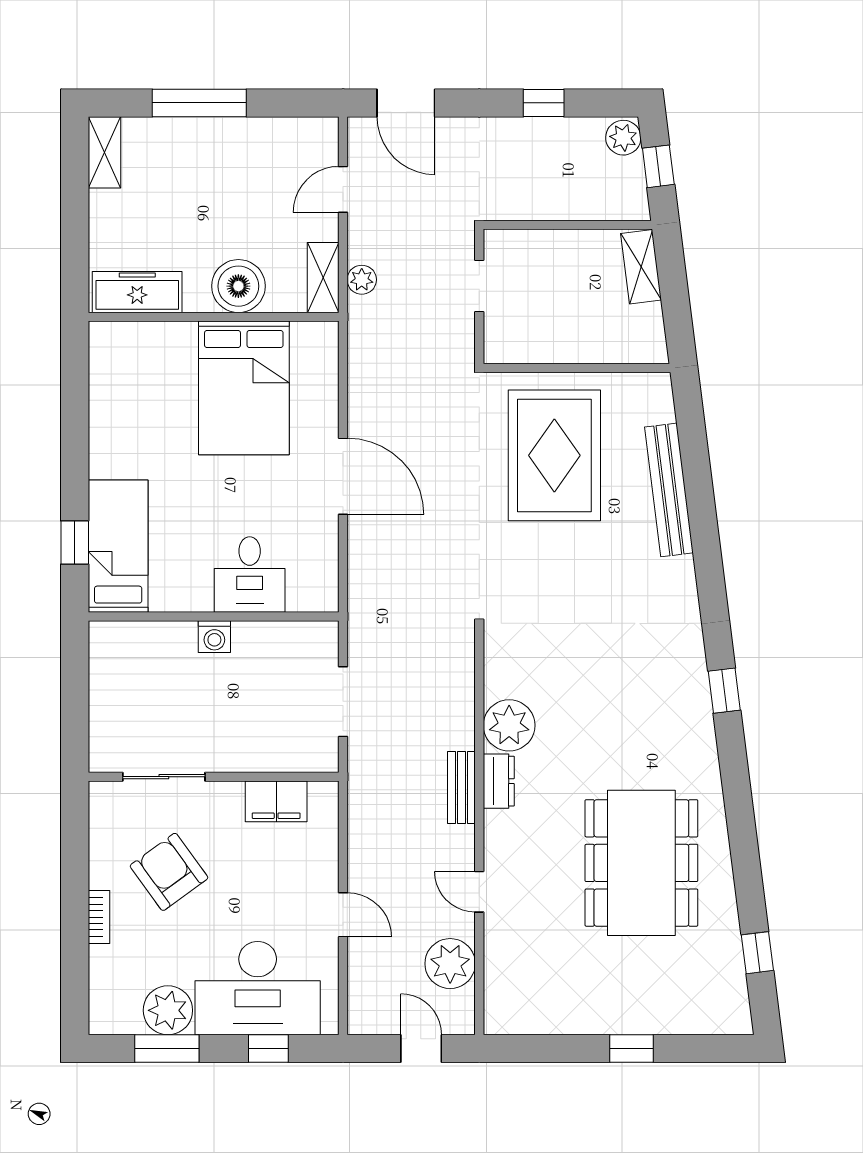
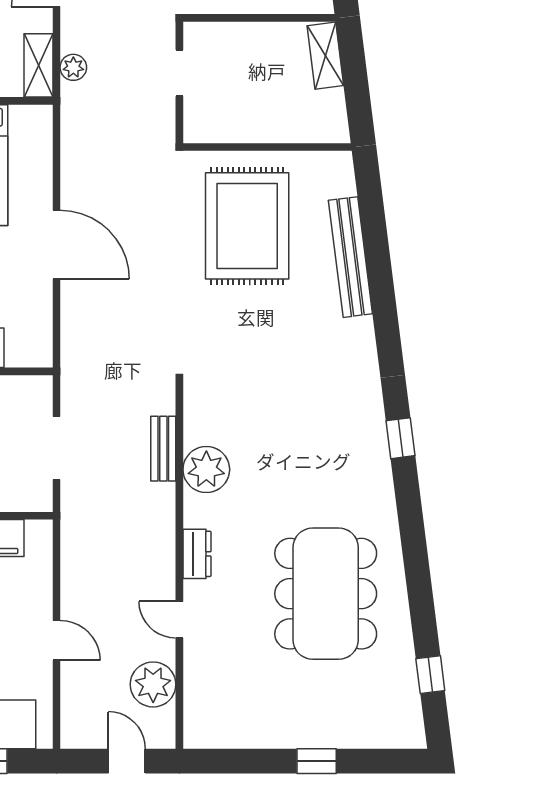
dresser: (499, 781) -> (197, 554), moved
bench: (461, 787) -> (163, 449), moved

